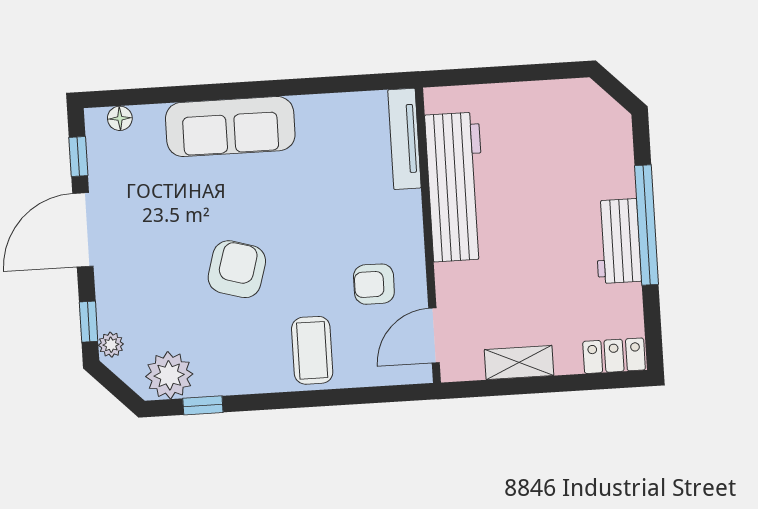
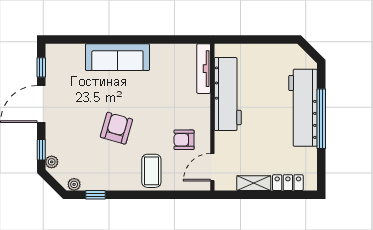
floor lamp: (120, 118) -> (63, 50), removed
workbench: (618, 241) -> (303, 108), width x1.88, depth x1.32
locker: (614, 356) -> (288, 183), moved
plant: (169, 375) -> (74, 184), width x0.53, depth x0.53

